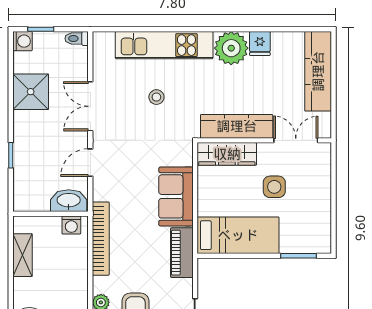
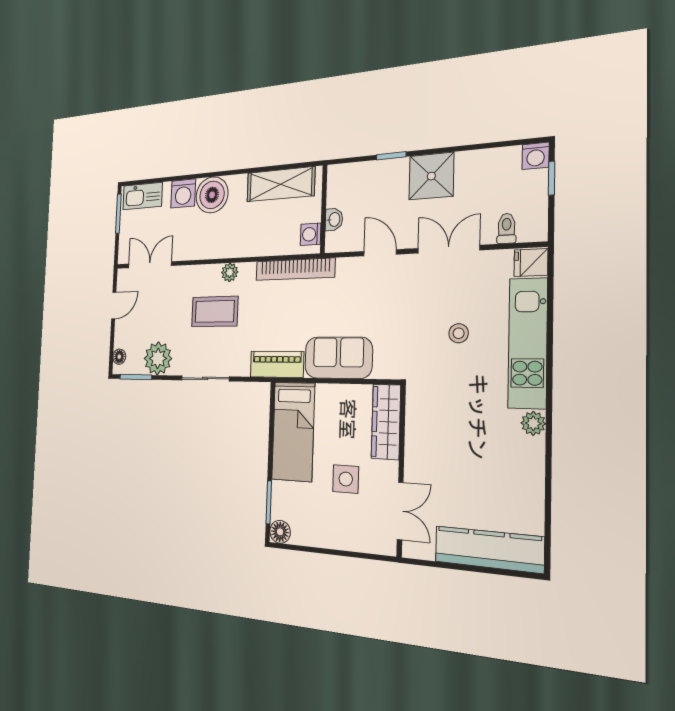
toilet: (77, 39) -> (507, 228), moved
fridge: (260, 44) -> (531, 263), moved
plant: (231, 48) -> (533, 423), width x0.53, depth x0.53
shower: (31, 92) -> (431, 176), moved
kitchen counter: (237, 126) -> (419, 436), removed
washbasin: (69, 201) -> (334, 219), width x0.52, depth x0.69
floor lamp: (322, 244) -> (280, 532), added
shelving: (22, 255) -> (281, 184), width x1.50, depth x1.33

